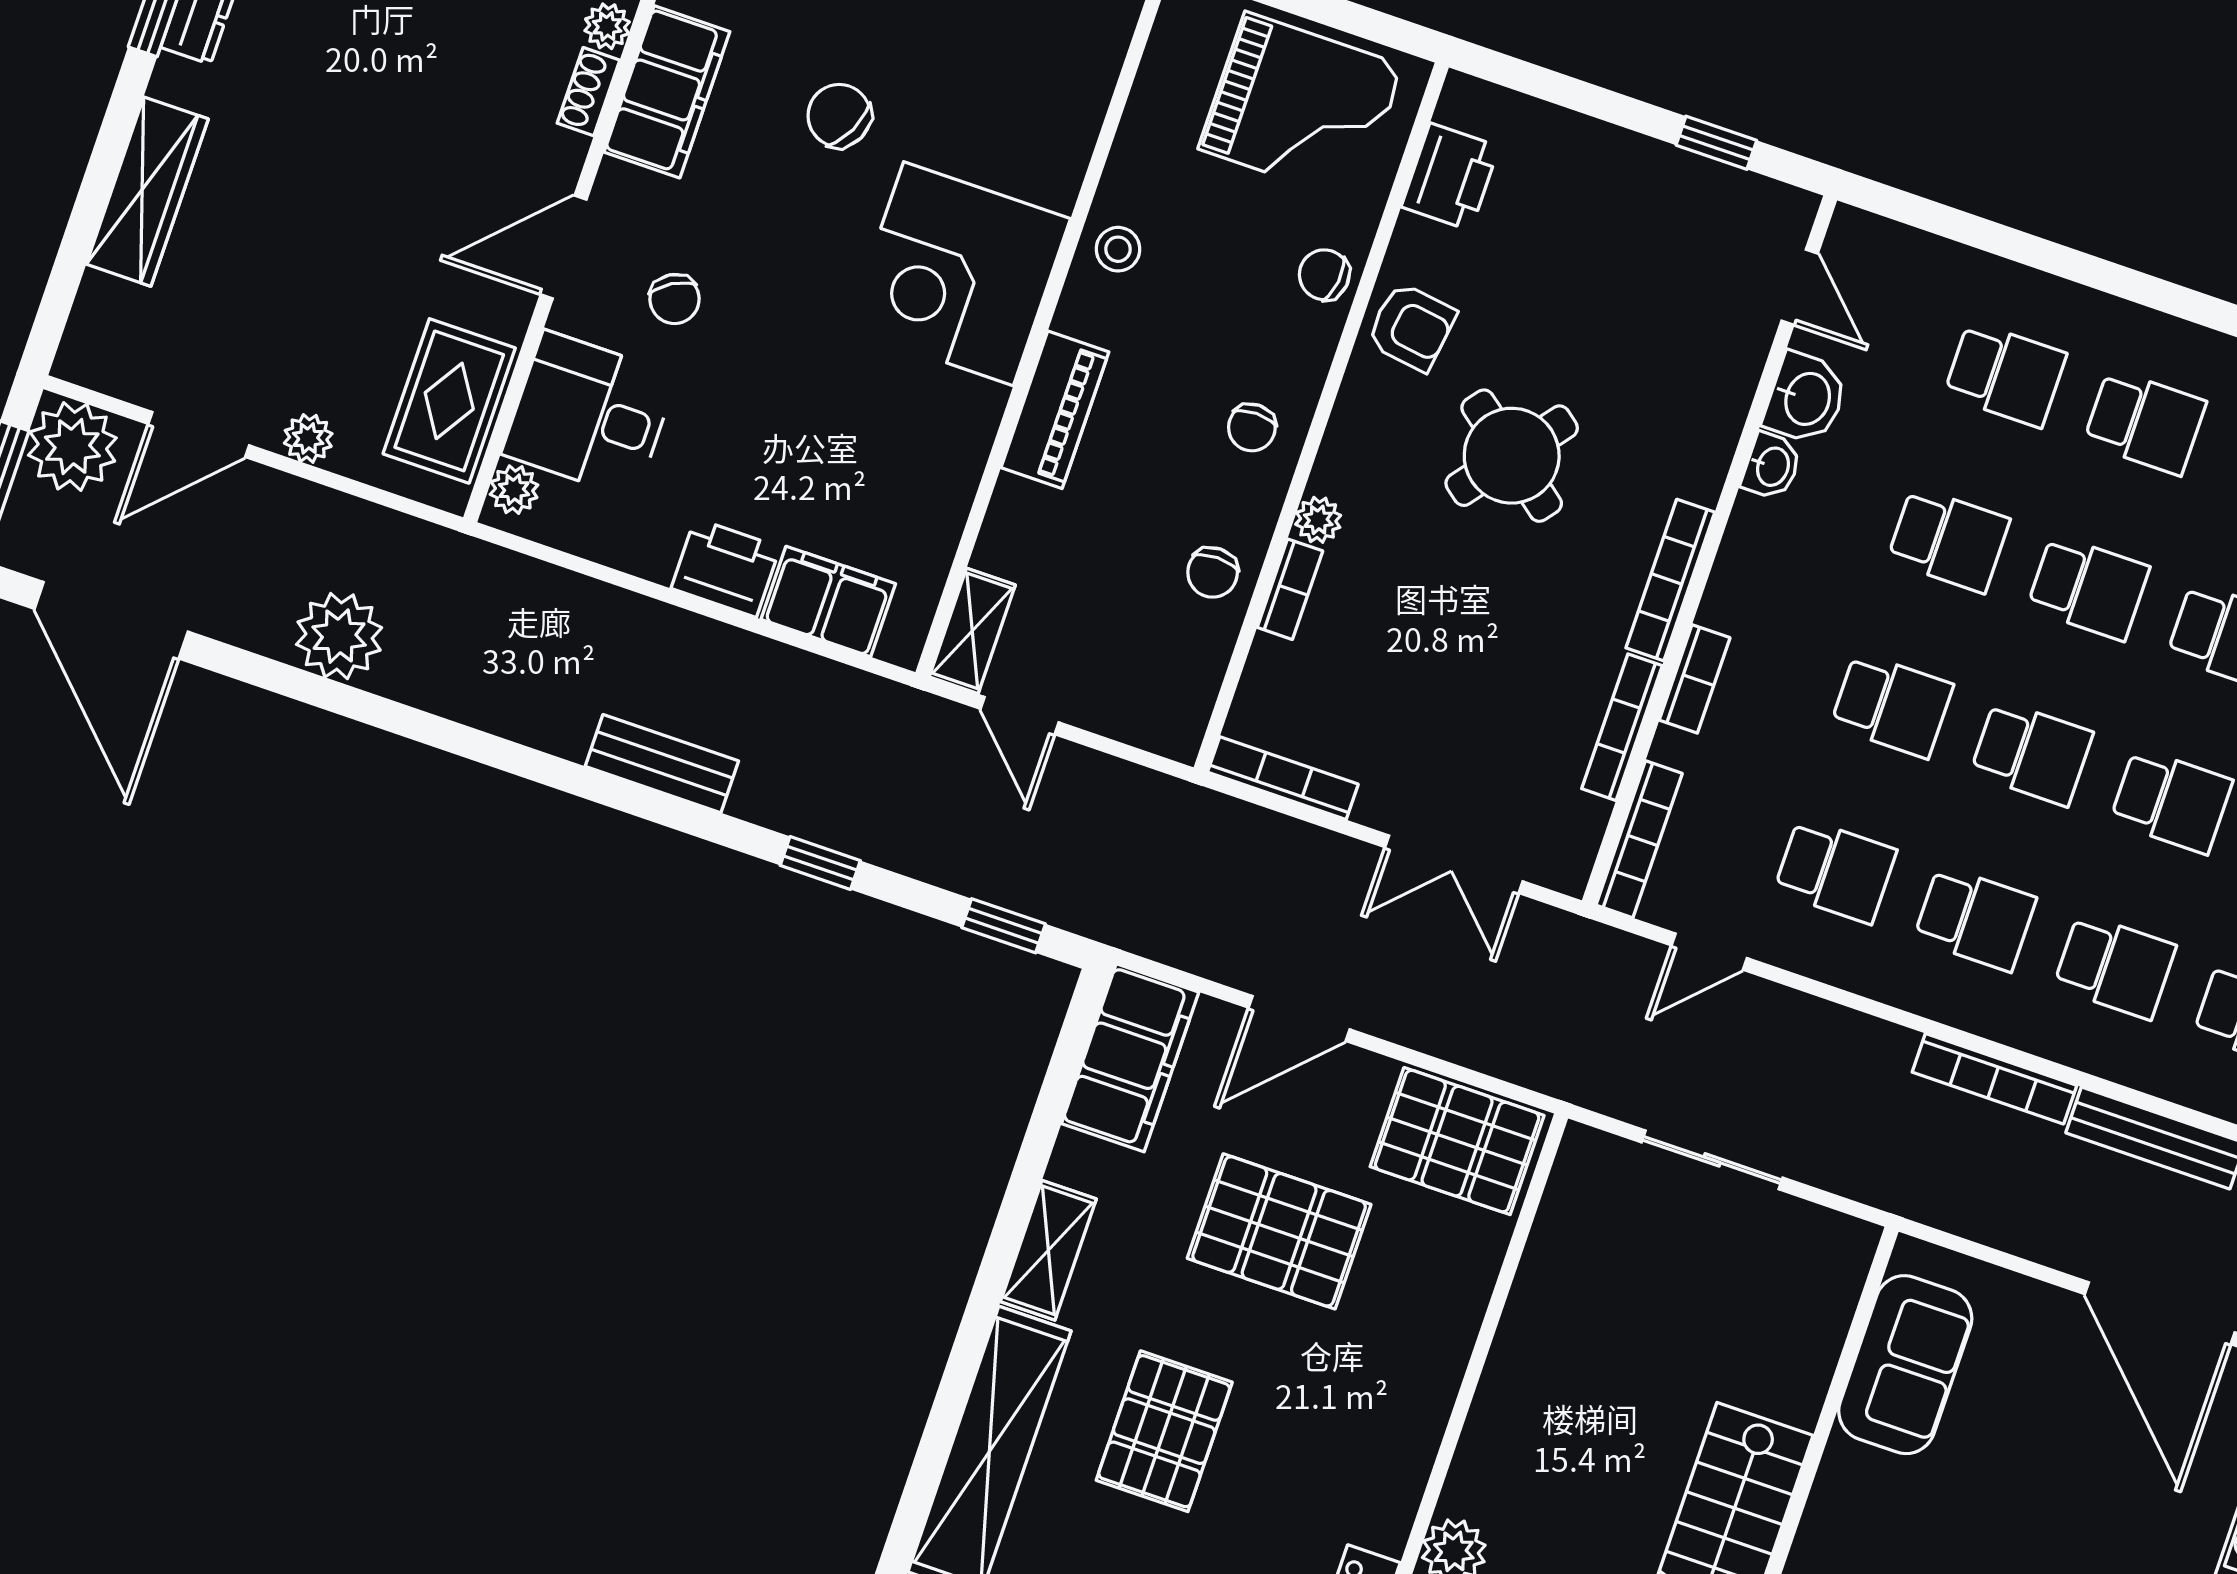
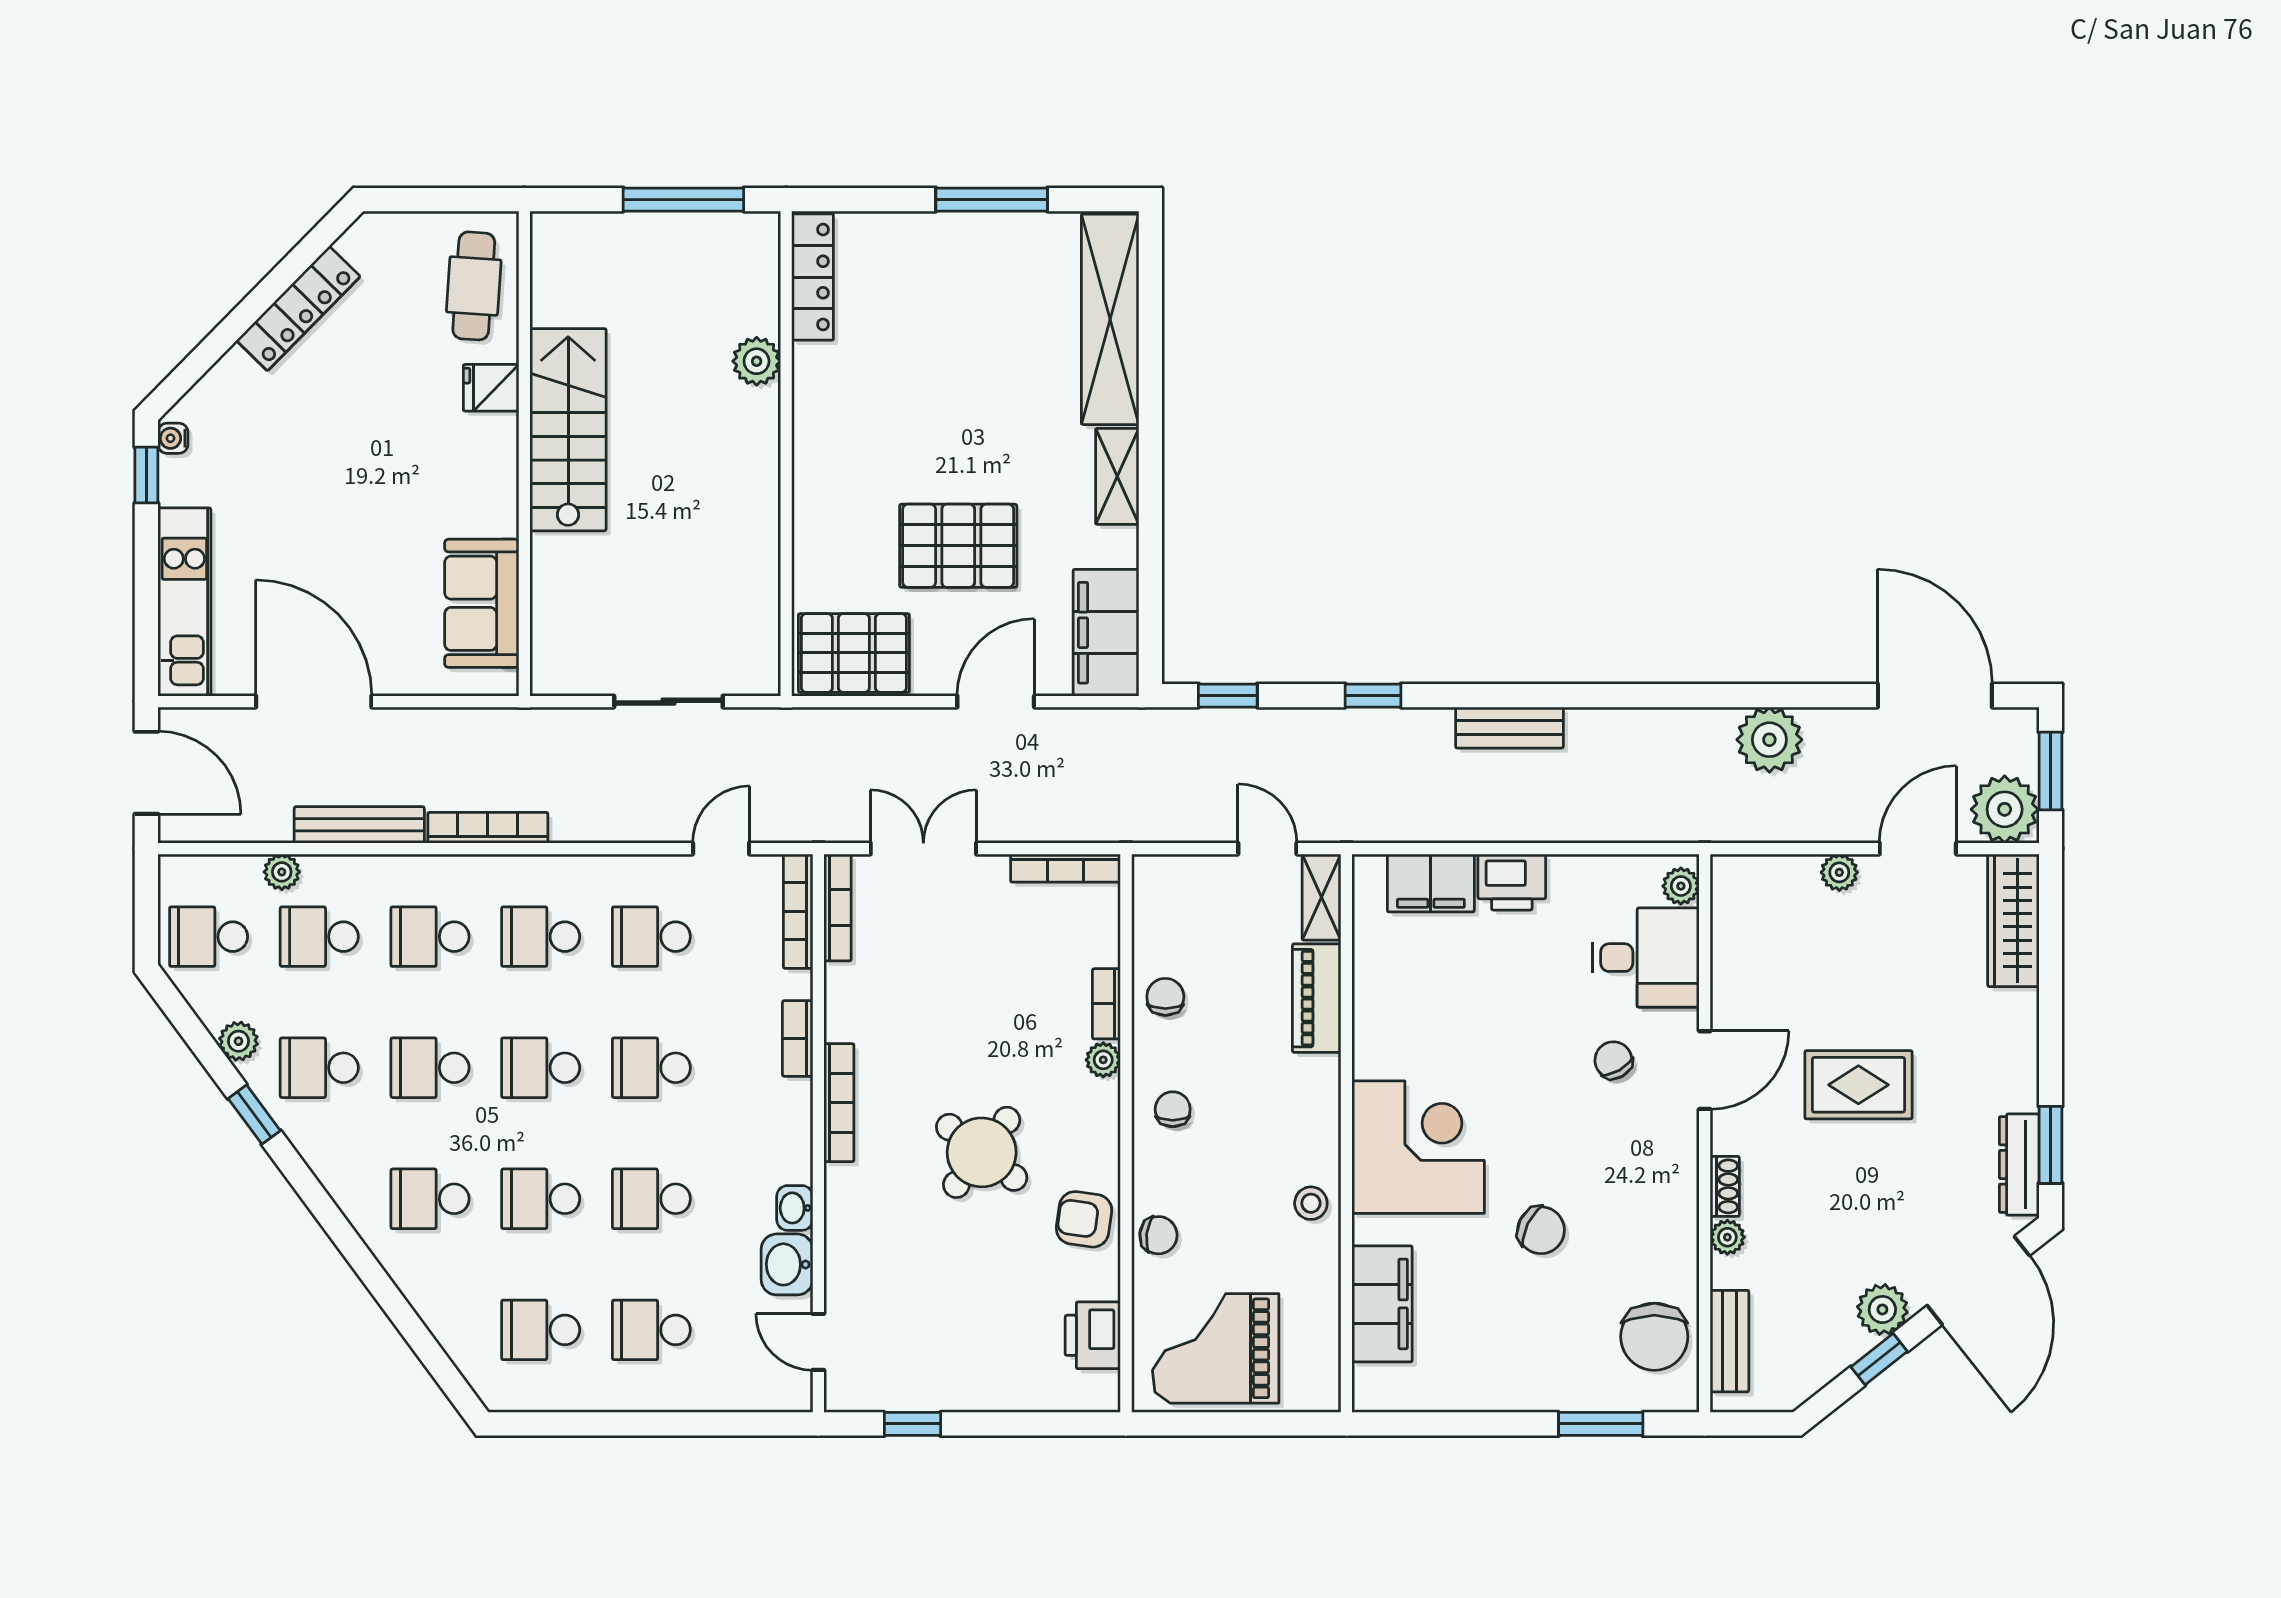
filing cabinet: (667, 92) -> (1382, 1304), moved, turned 180
wardrobe: (147, 192) -> (2013, 920), moved
rug: (449, 401) -> (1858, 1085), moved, turned 90
piano: (1055, 410) -> (1317, 998), moved
bookcase: (1622, 727) -> (837, 907), moved
pallet: (1164, 1431) -> (991, 376), removed

